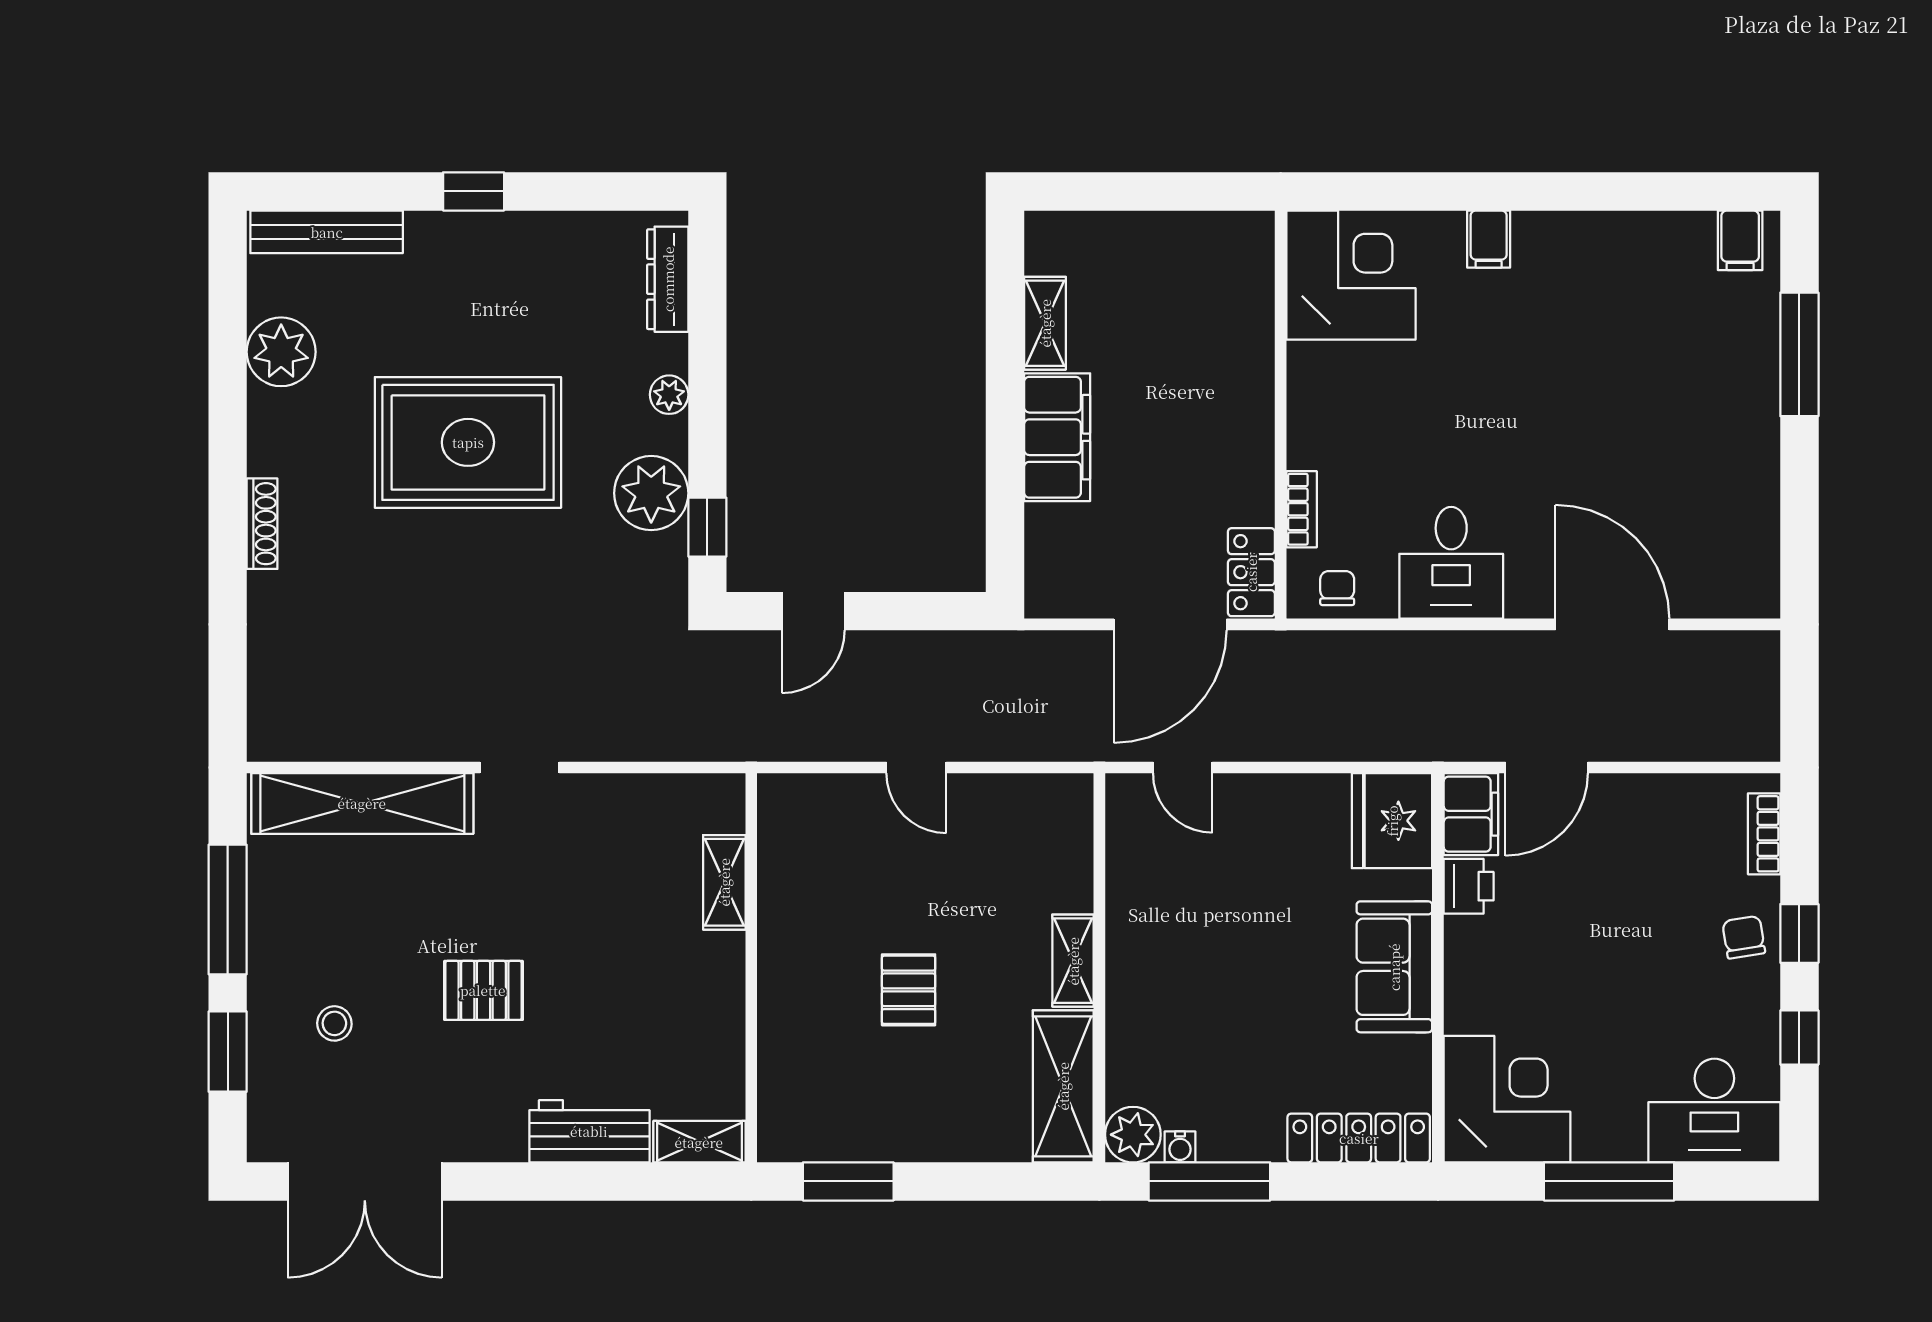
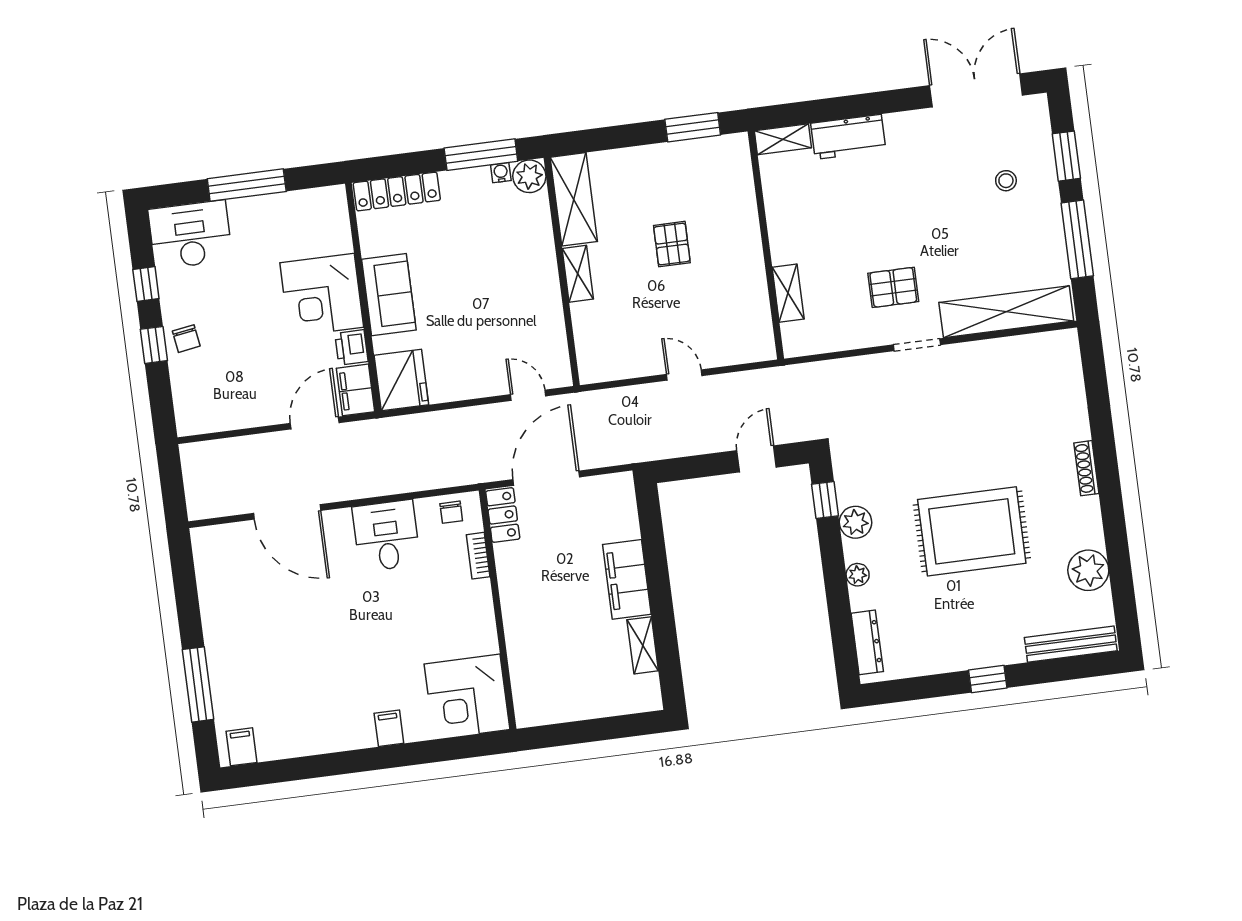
plant: (651, 493) -> (856, 522), width x0.73, depth x0.73
bookcase: (1764, 834) -> (182, 401), removed
pallet: (483, 990) -> (893, 287), moved
corner desk: (1507, 1099) -> (322, 295), moved

